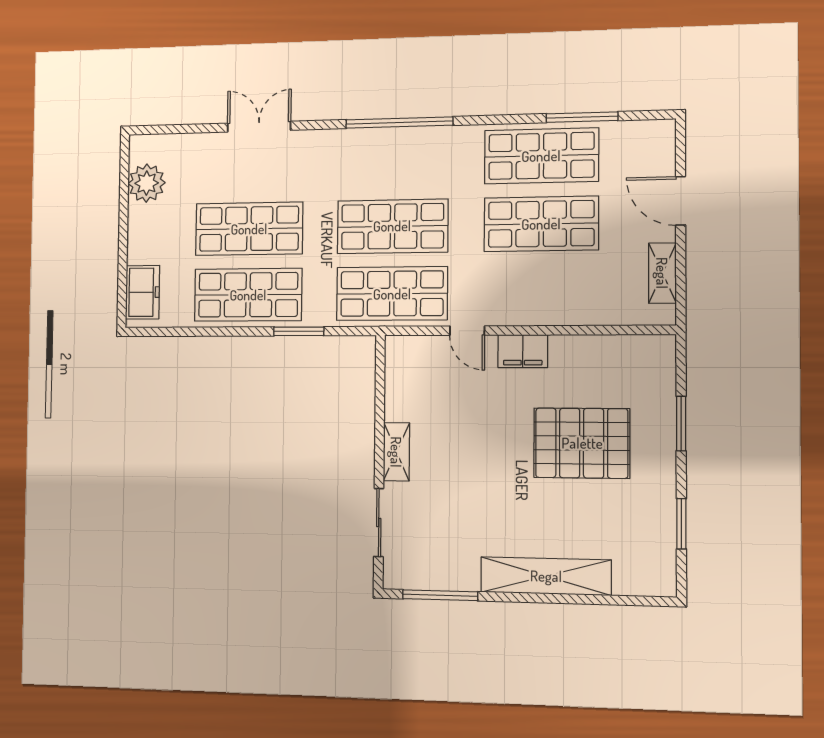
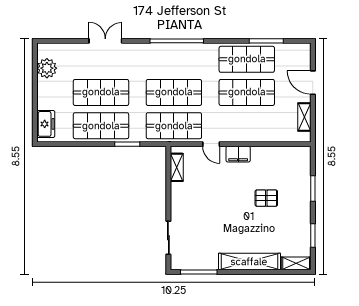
pallet: (582, 443) -> (266, 198), width x0.49, depth x0.50
shelving: (396, 452) -> (177, 167), moved
shelving: (645, 582) -> (296, 263), added

